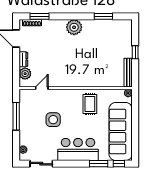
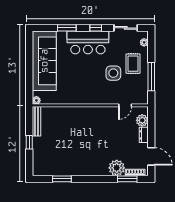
plant: (74, 27) -> (117, 168), moved
rug: (90, 104) -> (133, 64), moved
window: (119, 164) -> (96, 28), moved

